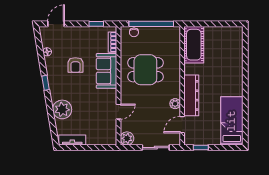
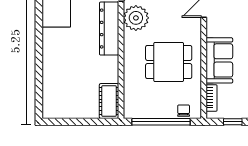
cot: (194, 45) -> (109, 101), width x0.73, depth x0.75
plant: (175, 104) -> (136, 18), width x1.87, depth x1.87

